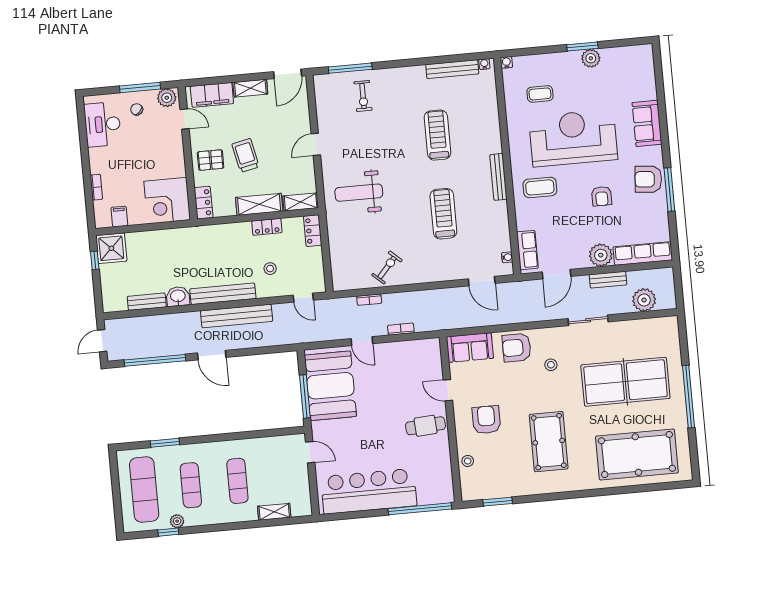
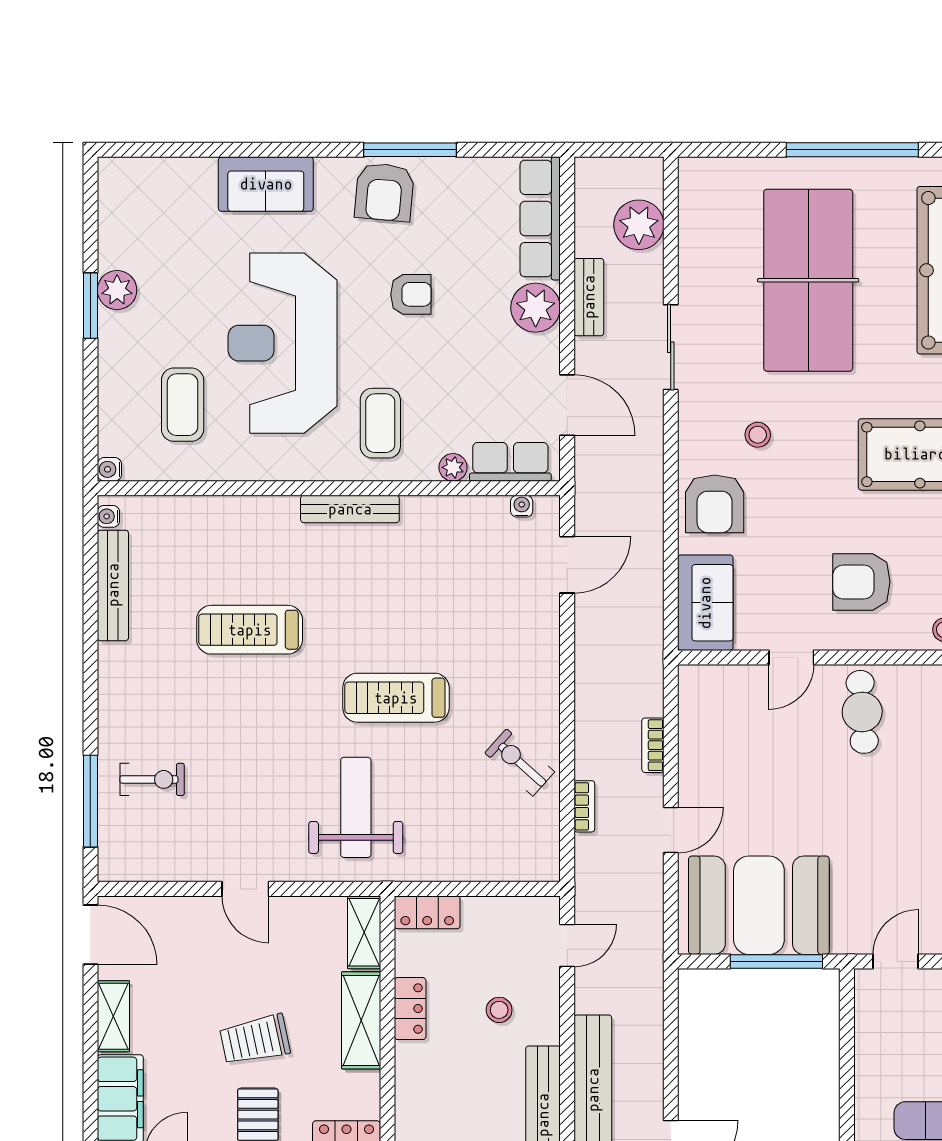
coffee table: (540, 94) -> (183, 405), width x1.36, depth x1.30
weight bench: (359, 193) -> (356, 807), turned 180
treadmill: (443, 214) -> (396, 698), moved
plant: (522, 223) -> (453, 467), added

